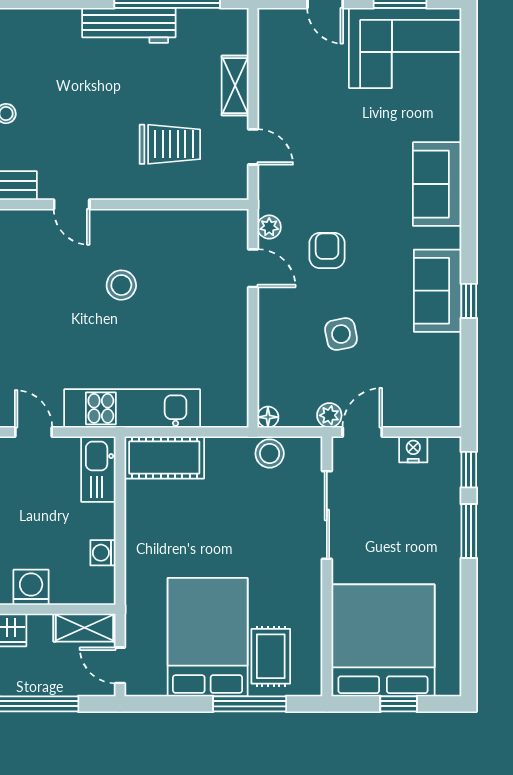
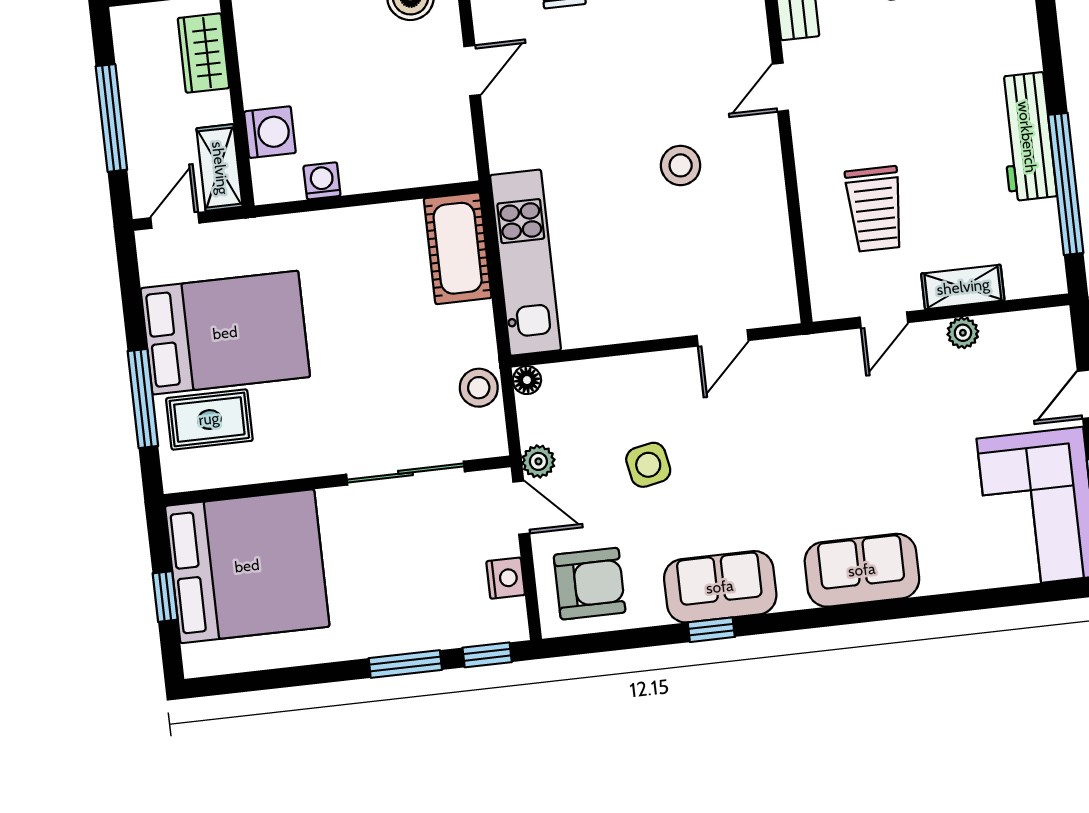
plant: (269, 227) -> (963, 333), moved
armchair: (327, 250) -> (590, 584), moved, width x1.38, depth x1.38
kitchen unit: (132, 408) -> (525, 263), moved
kitchen sink: (98, 469) -> (432, 162), removed
washing machine: (31, 587) -> (270, 132), moved

